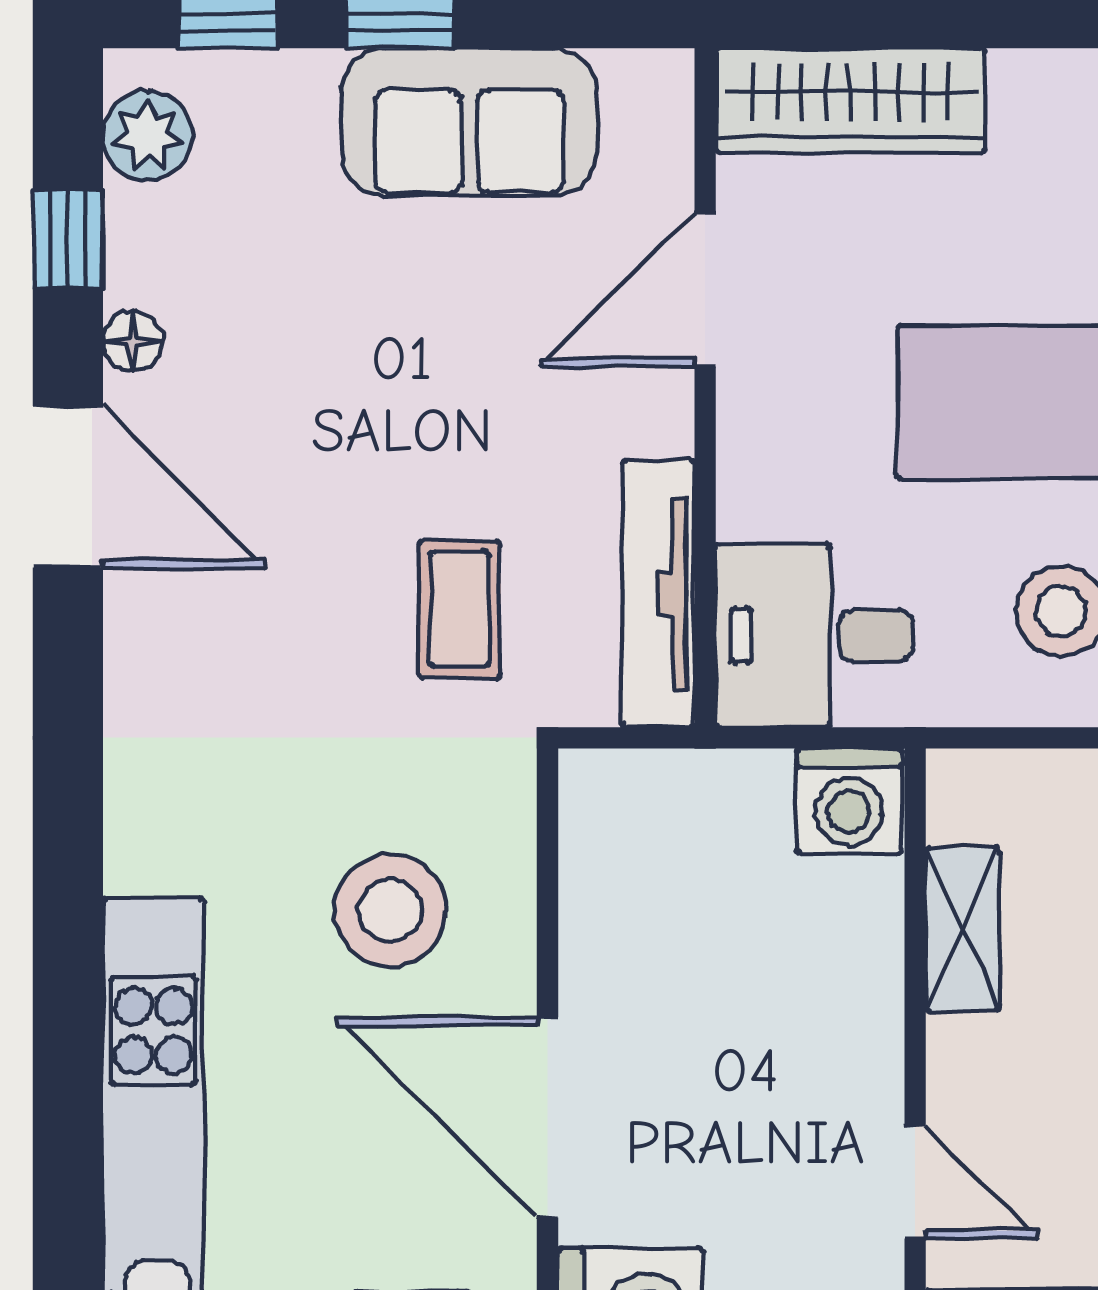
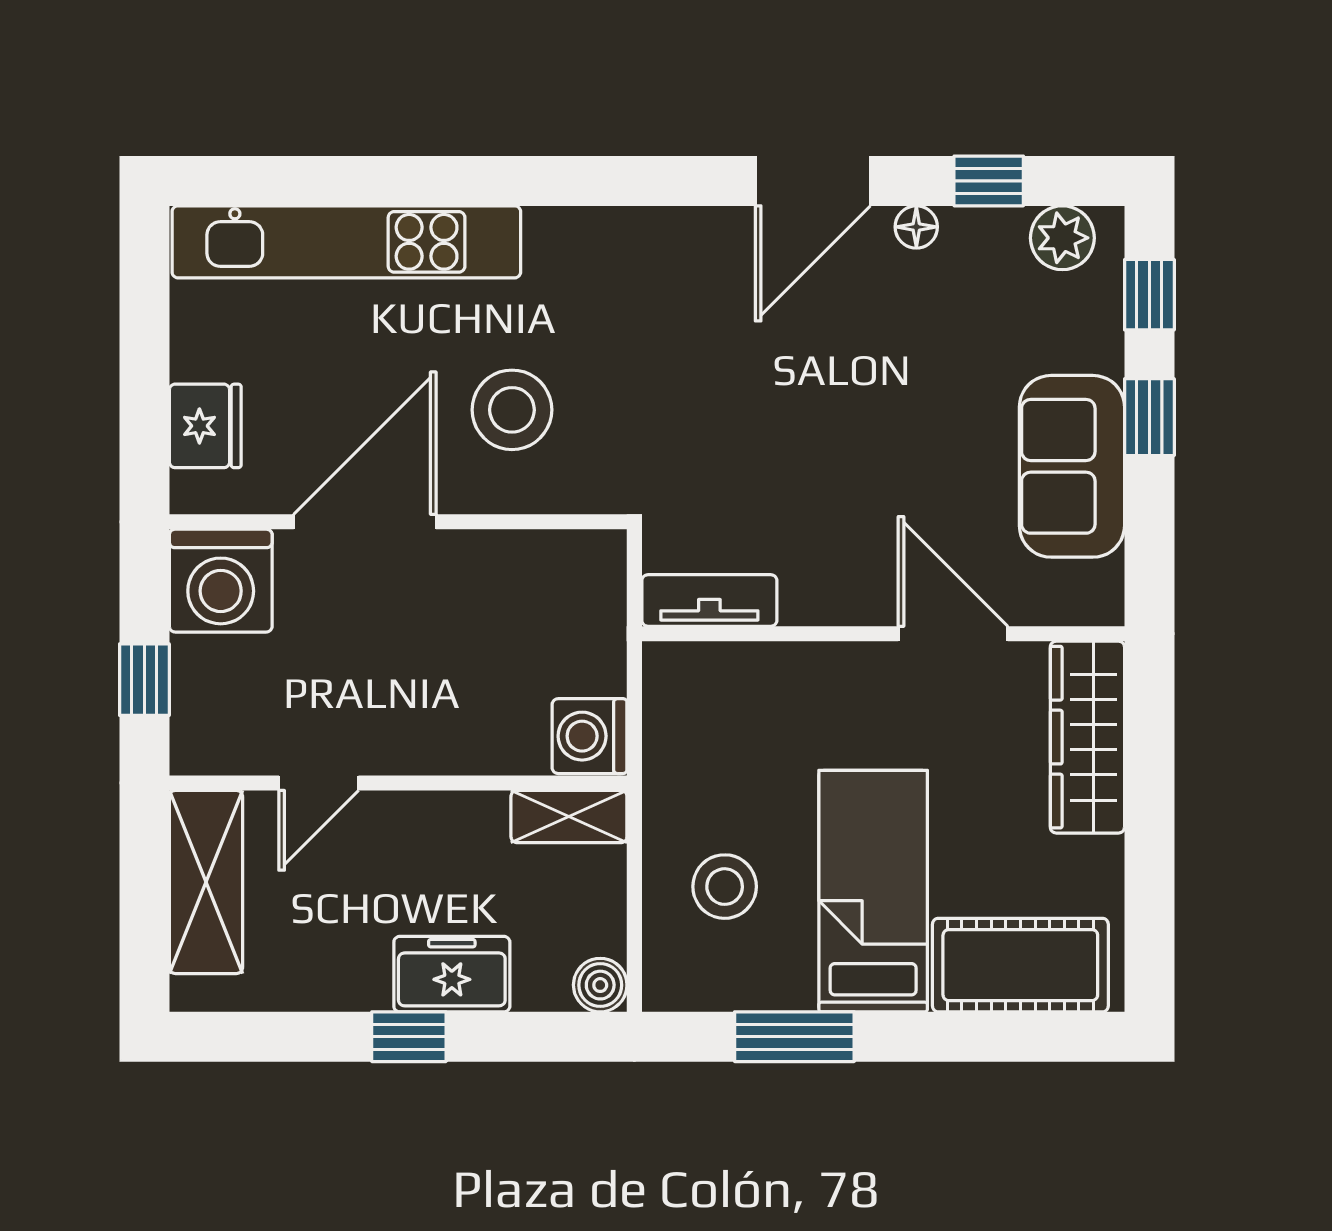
tv unit: (658, 594) -> (709, 600), width x0.71
coffee table: (460, 610) -> (726, 459), removed
desk: (815, 636) -> (707, 712), removed
shelving: (962, 929) -> (569, 817), moved

